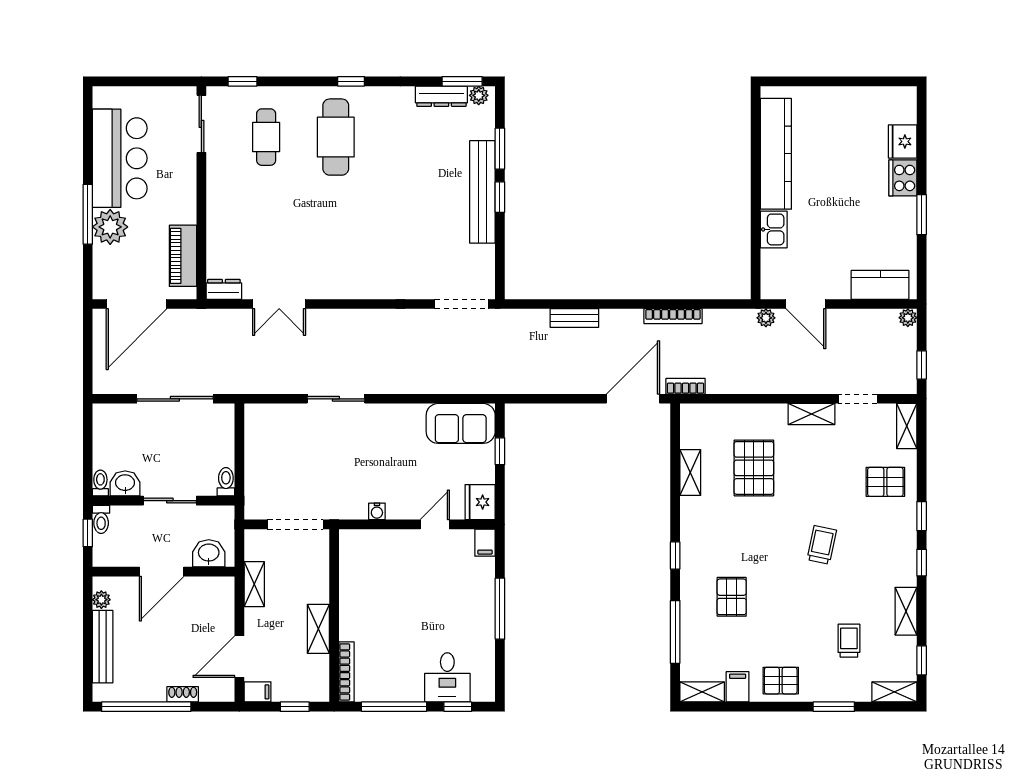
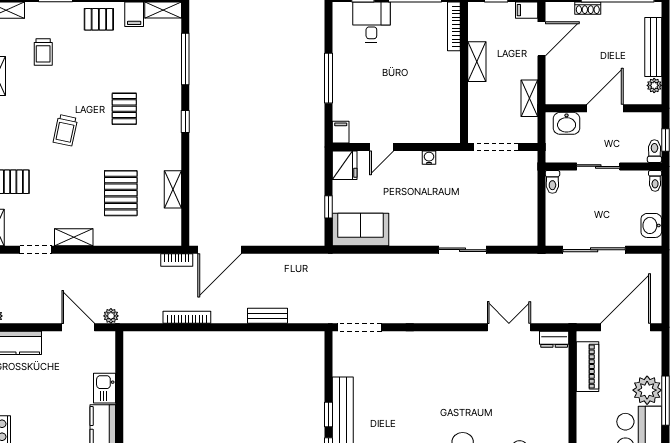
washbasin: (125, 483) -> (651, 225), moved, turned 90
pallet: (732, 597) -> (124, 109), moved

